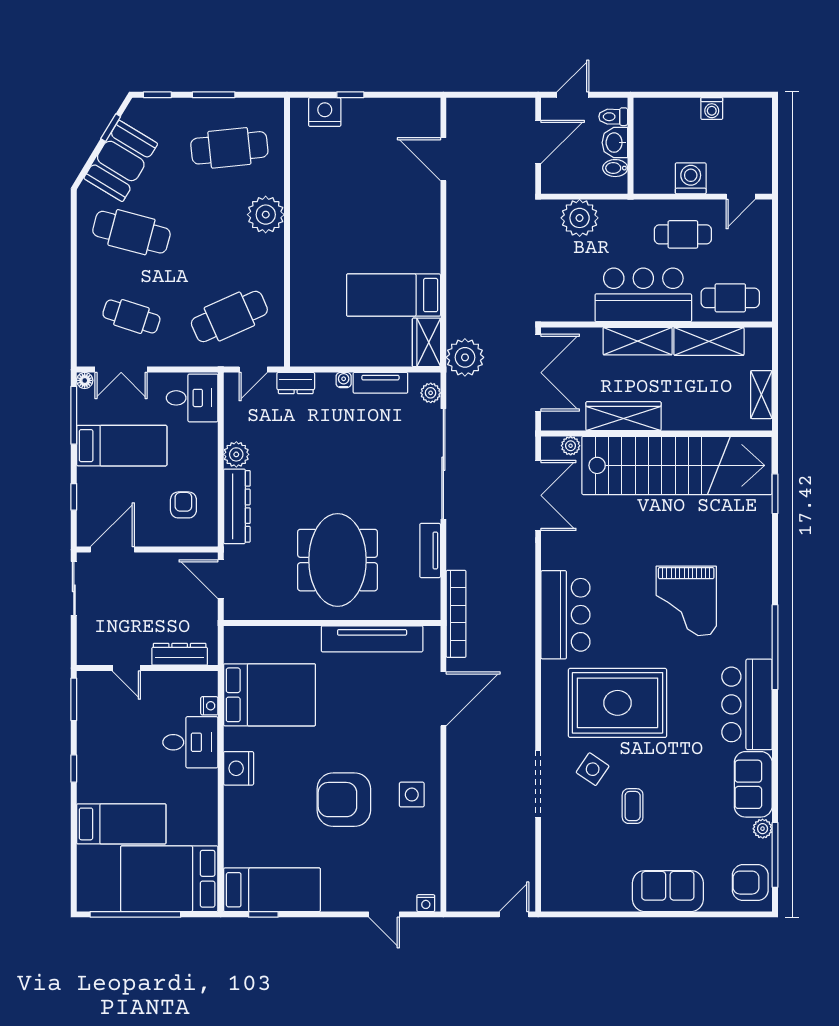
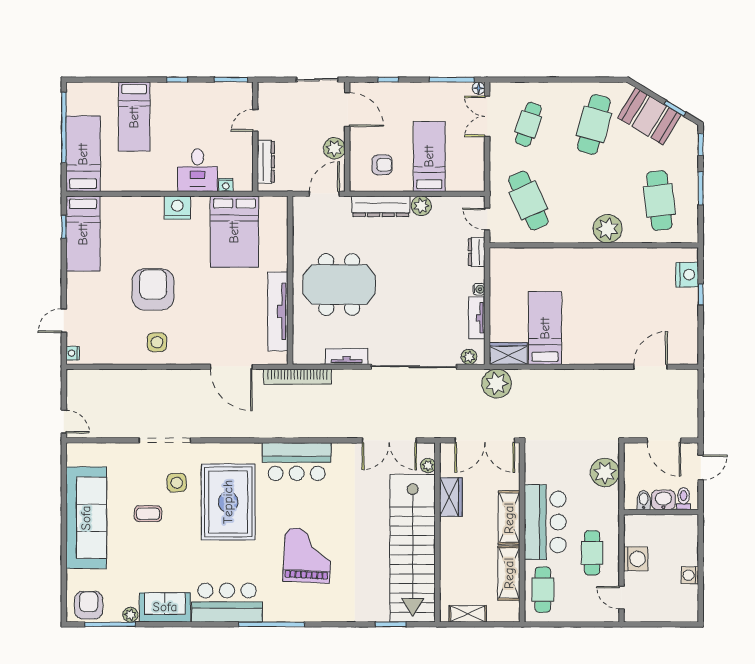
door: (573, 95) -> (701, 467), hinge flipped
desk: (192, 398) -> (465, 172), removed
wardrobe: (623, 416) -> (451, 497), width x0.67
bed: (122, 446) -> (429, 156), moved, turned 180
plant: (162, 566) -> (334, 148), added
grand piano: (686, 601) -> (307, 555), turned 93
side table: (593, 769) -> (177, 483), turned -36
bed: (169, 879) -> (83, 154), width x0.67
sofa: (668, 891) -> (86, 518), width x1.85, depth x1.27

